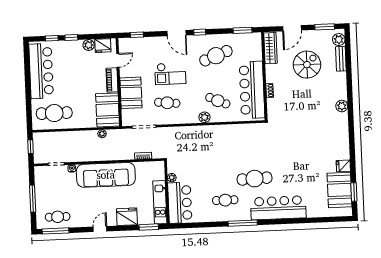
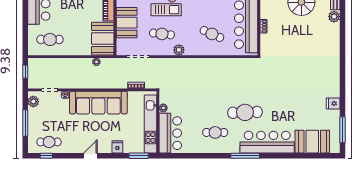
plant: (342, 106) -> (334, 17), moved
cafe table: (54, 113) -> (50, 39), width x0.73, depth x0.74
plant: (204, 117) -> (179, 50), moved
plant: (40, 177) -> (33, 102), added
booth: (339, 190) -> (312, 142), moved, turned 90
window: (354, 192) -> (342, 130), width x1.44
kitchen unit: (160, 202) -> (151, 124), width x1.36
fridge: (127, 217) -> (117, 147), width x0.53, depth x0.75
window: (243, 223) -> (245, 156), moved
window: (56, 231) -> (46, 156), width x0.46

